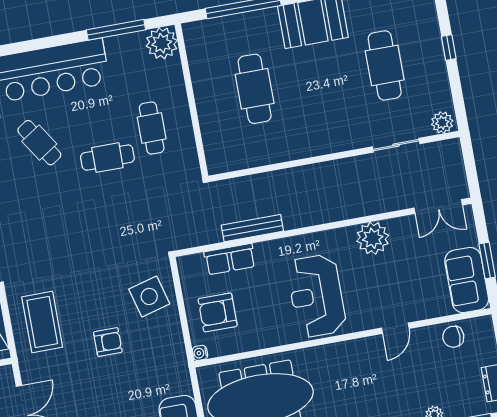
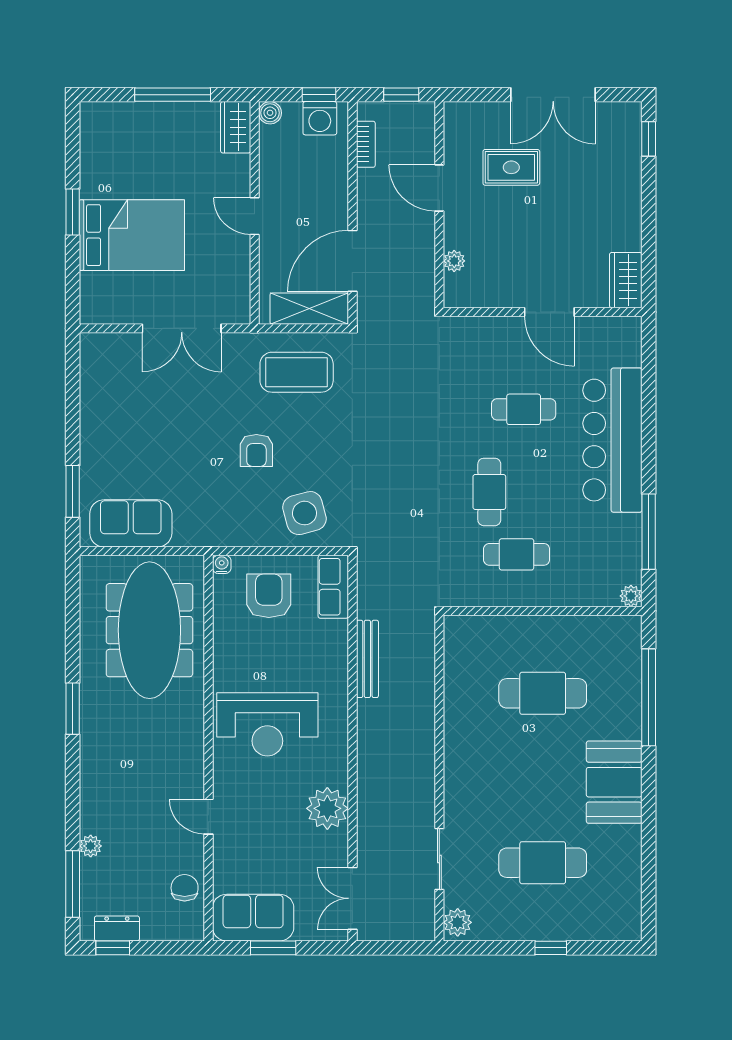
plant: (162, 43) -> (631, 596), width x0.53, depth x0.53
cafe table: (39, 143) -> (524, 409), turned 33
row of seats: (230, 259) -> (333, 587), moved
reception desk: (316, 296) -> (267, 724), turned 180

